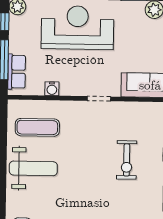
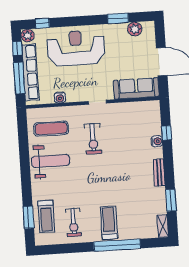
row of seats: (17, 72) -> (30, 72), width x2.02
exercise bike: (127, 160) -> (93, 139), moved

